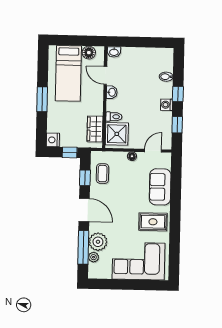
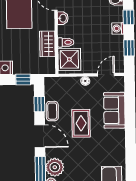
wardrobe: (95, 129) -> (47, 44), moved
coffee table: (103, 174) -> (52, 111), moved
rug: (153, 222) -> (81, 123), moved, turned 90

